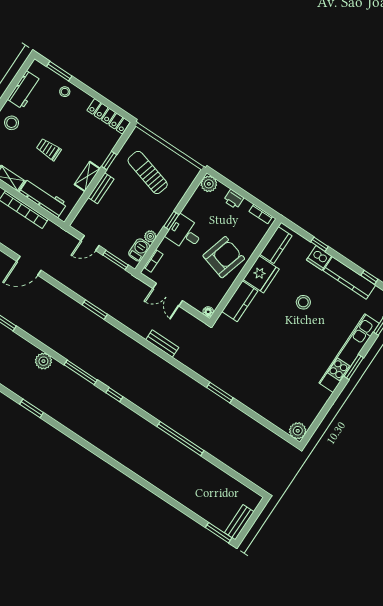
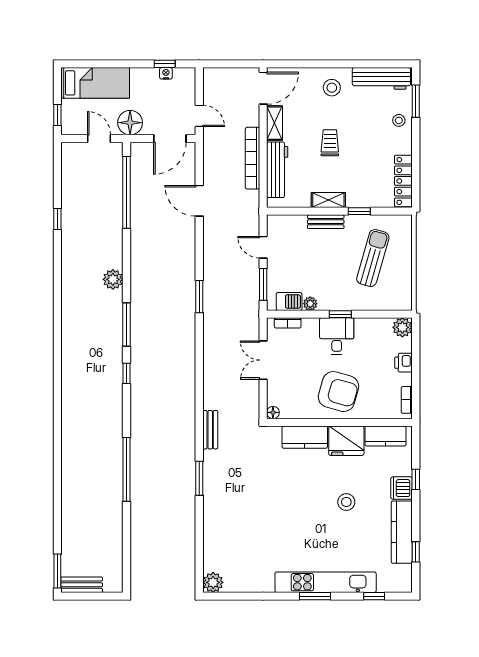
workbench: (24, 90) -> (381, 78), width x1.38
bench: (162, 344) -> (210, 430), moved
window: (32, 408) -> (57, 299), removed

